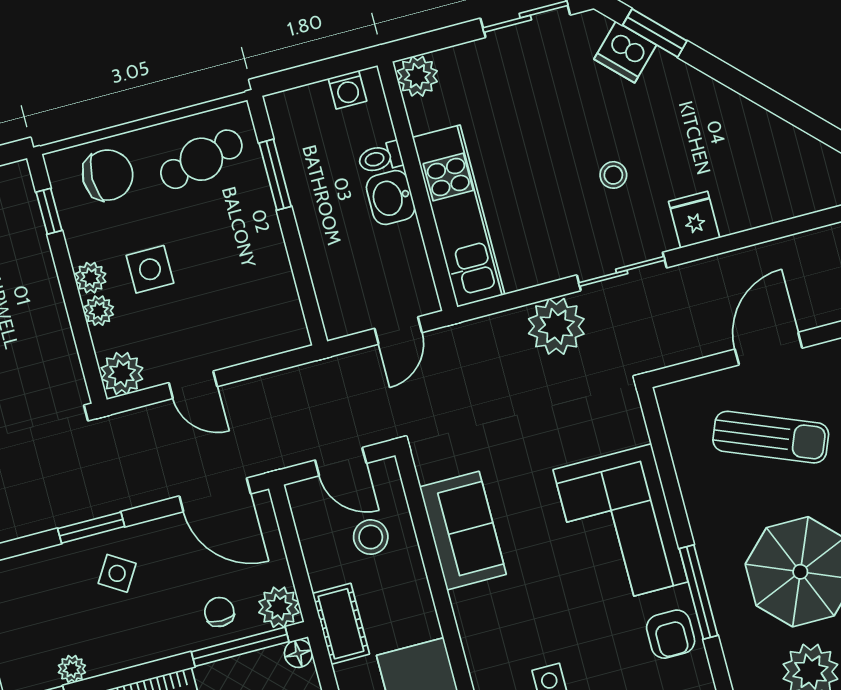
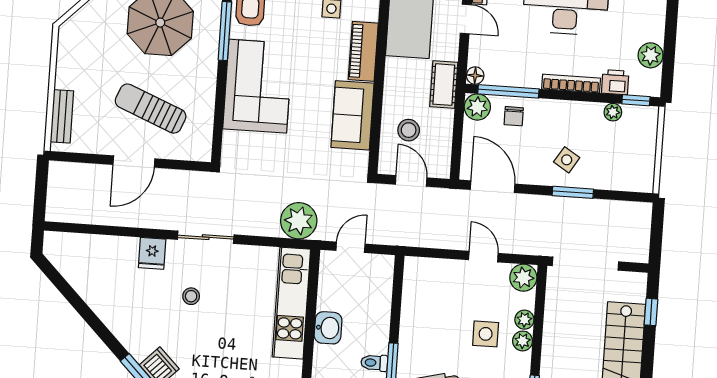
toilet: (380, 158) -> (374, 363), moved, turned 180
plant: (556, 326) -> (299, 221), moved
piano: (479, 633) -> (363, 51), added

